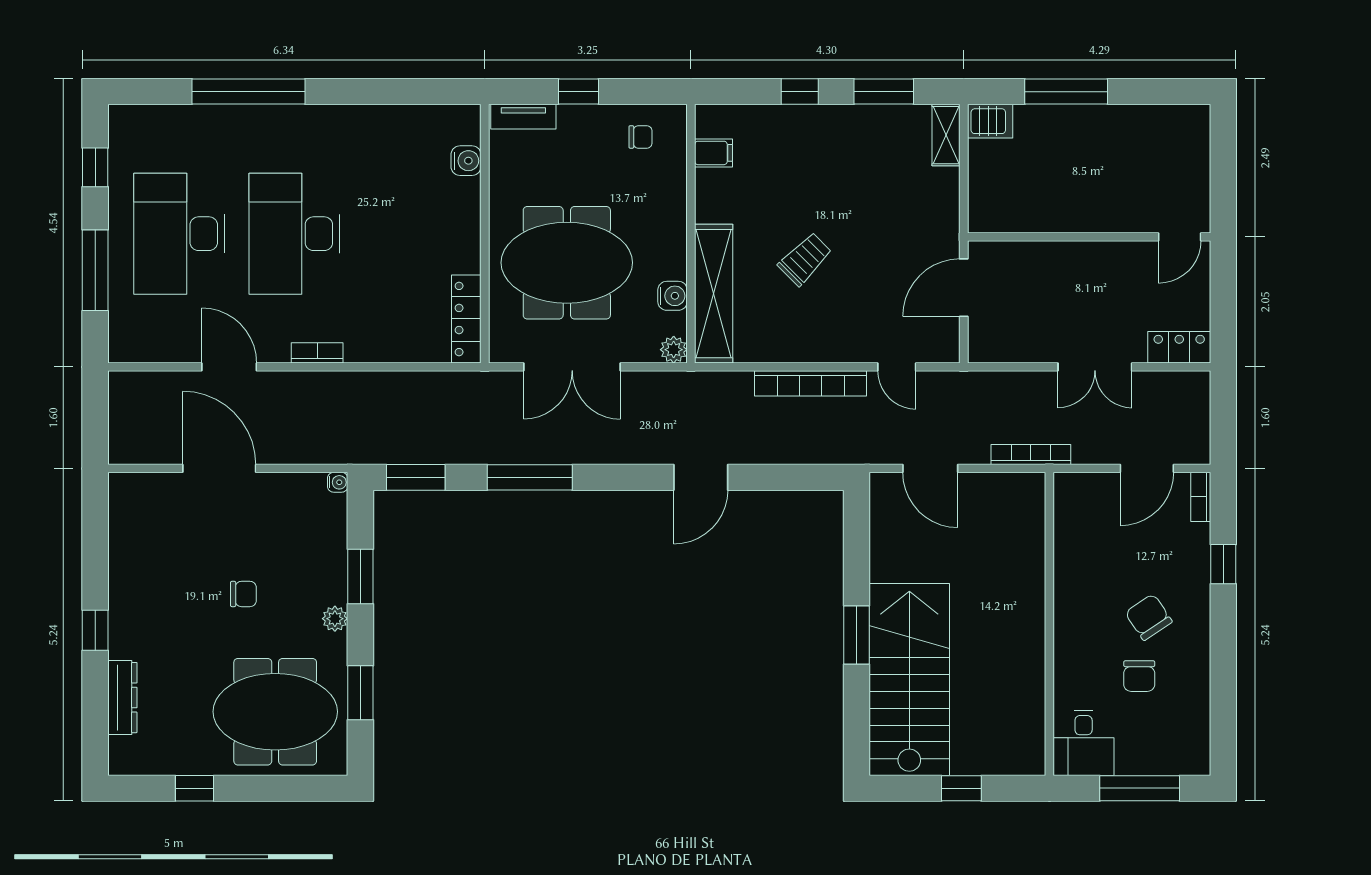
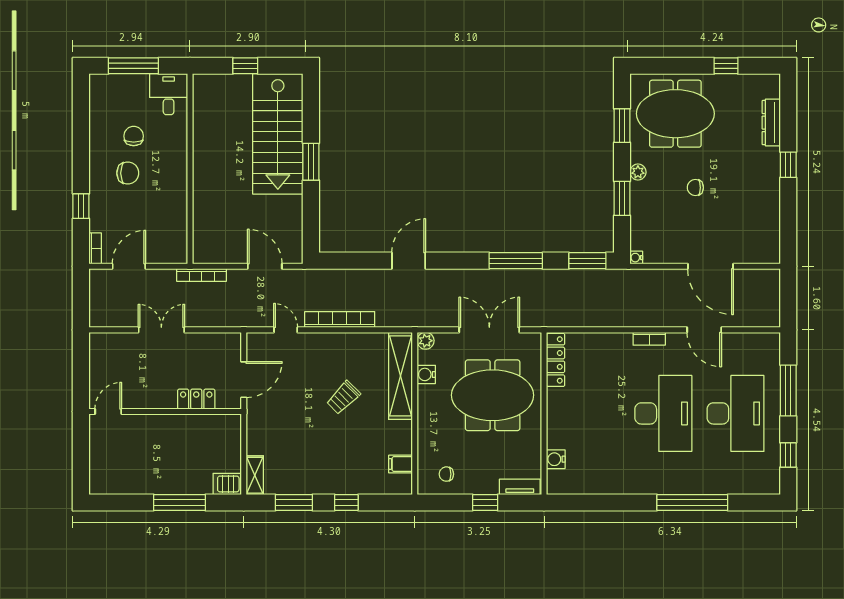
locker: (1179, 347) -> (196, 399), moved, turned 180
chair: (1149, 617) -> (128, 173), turned -56

